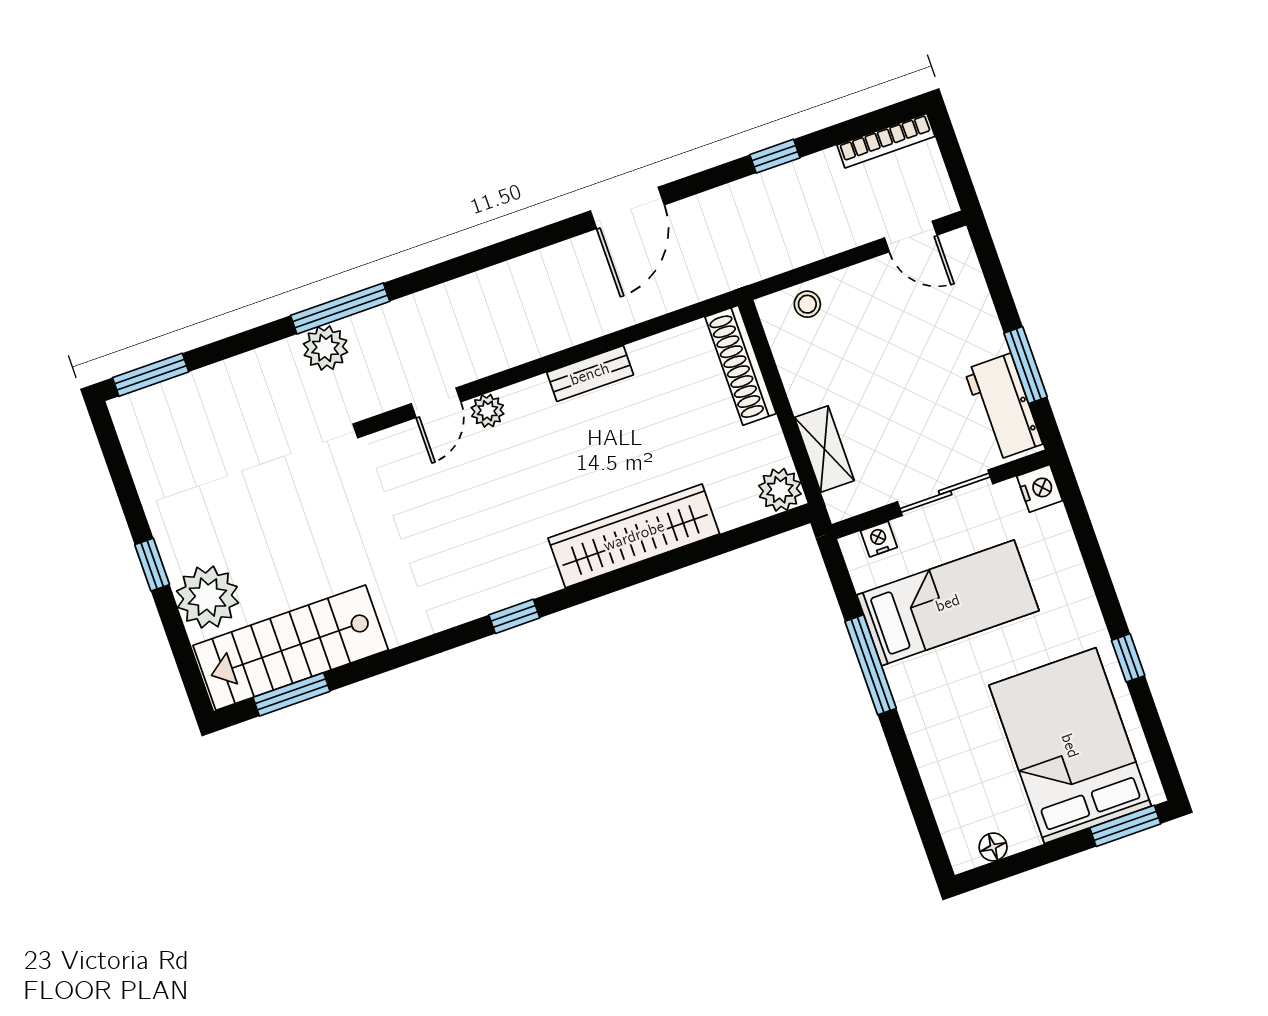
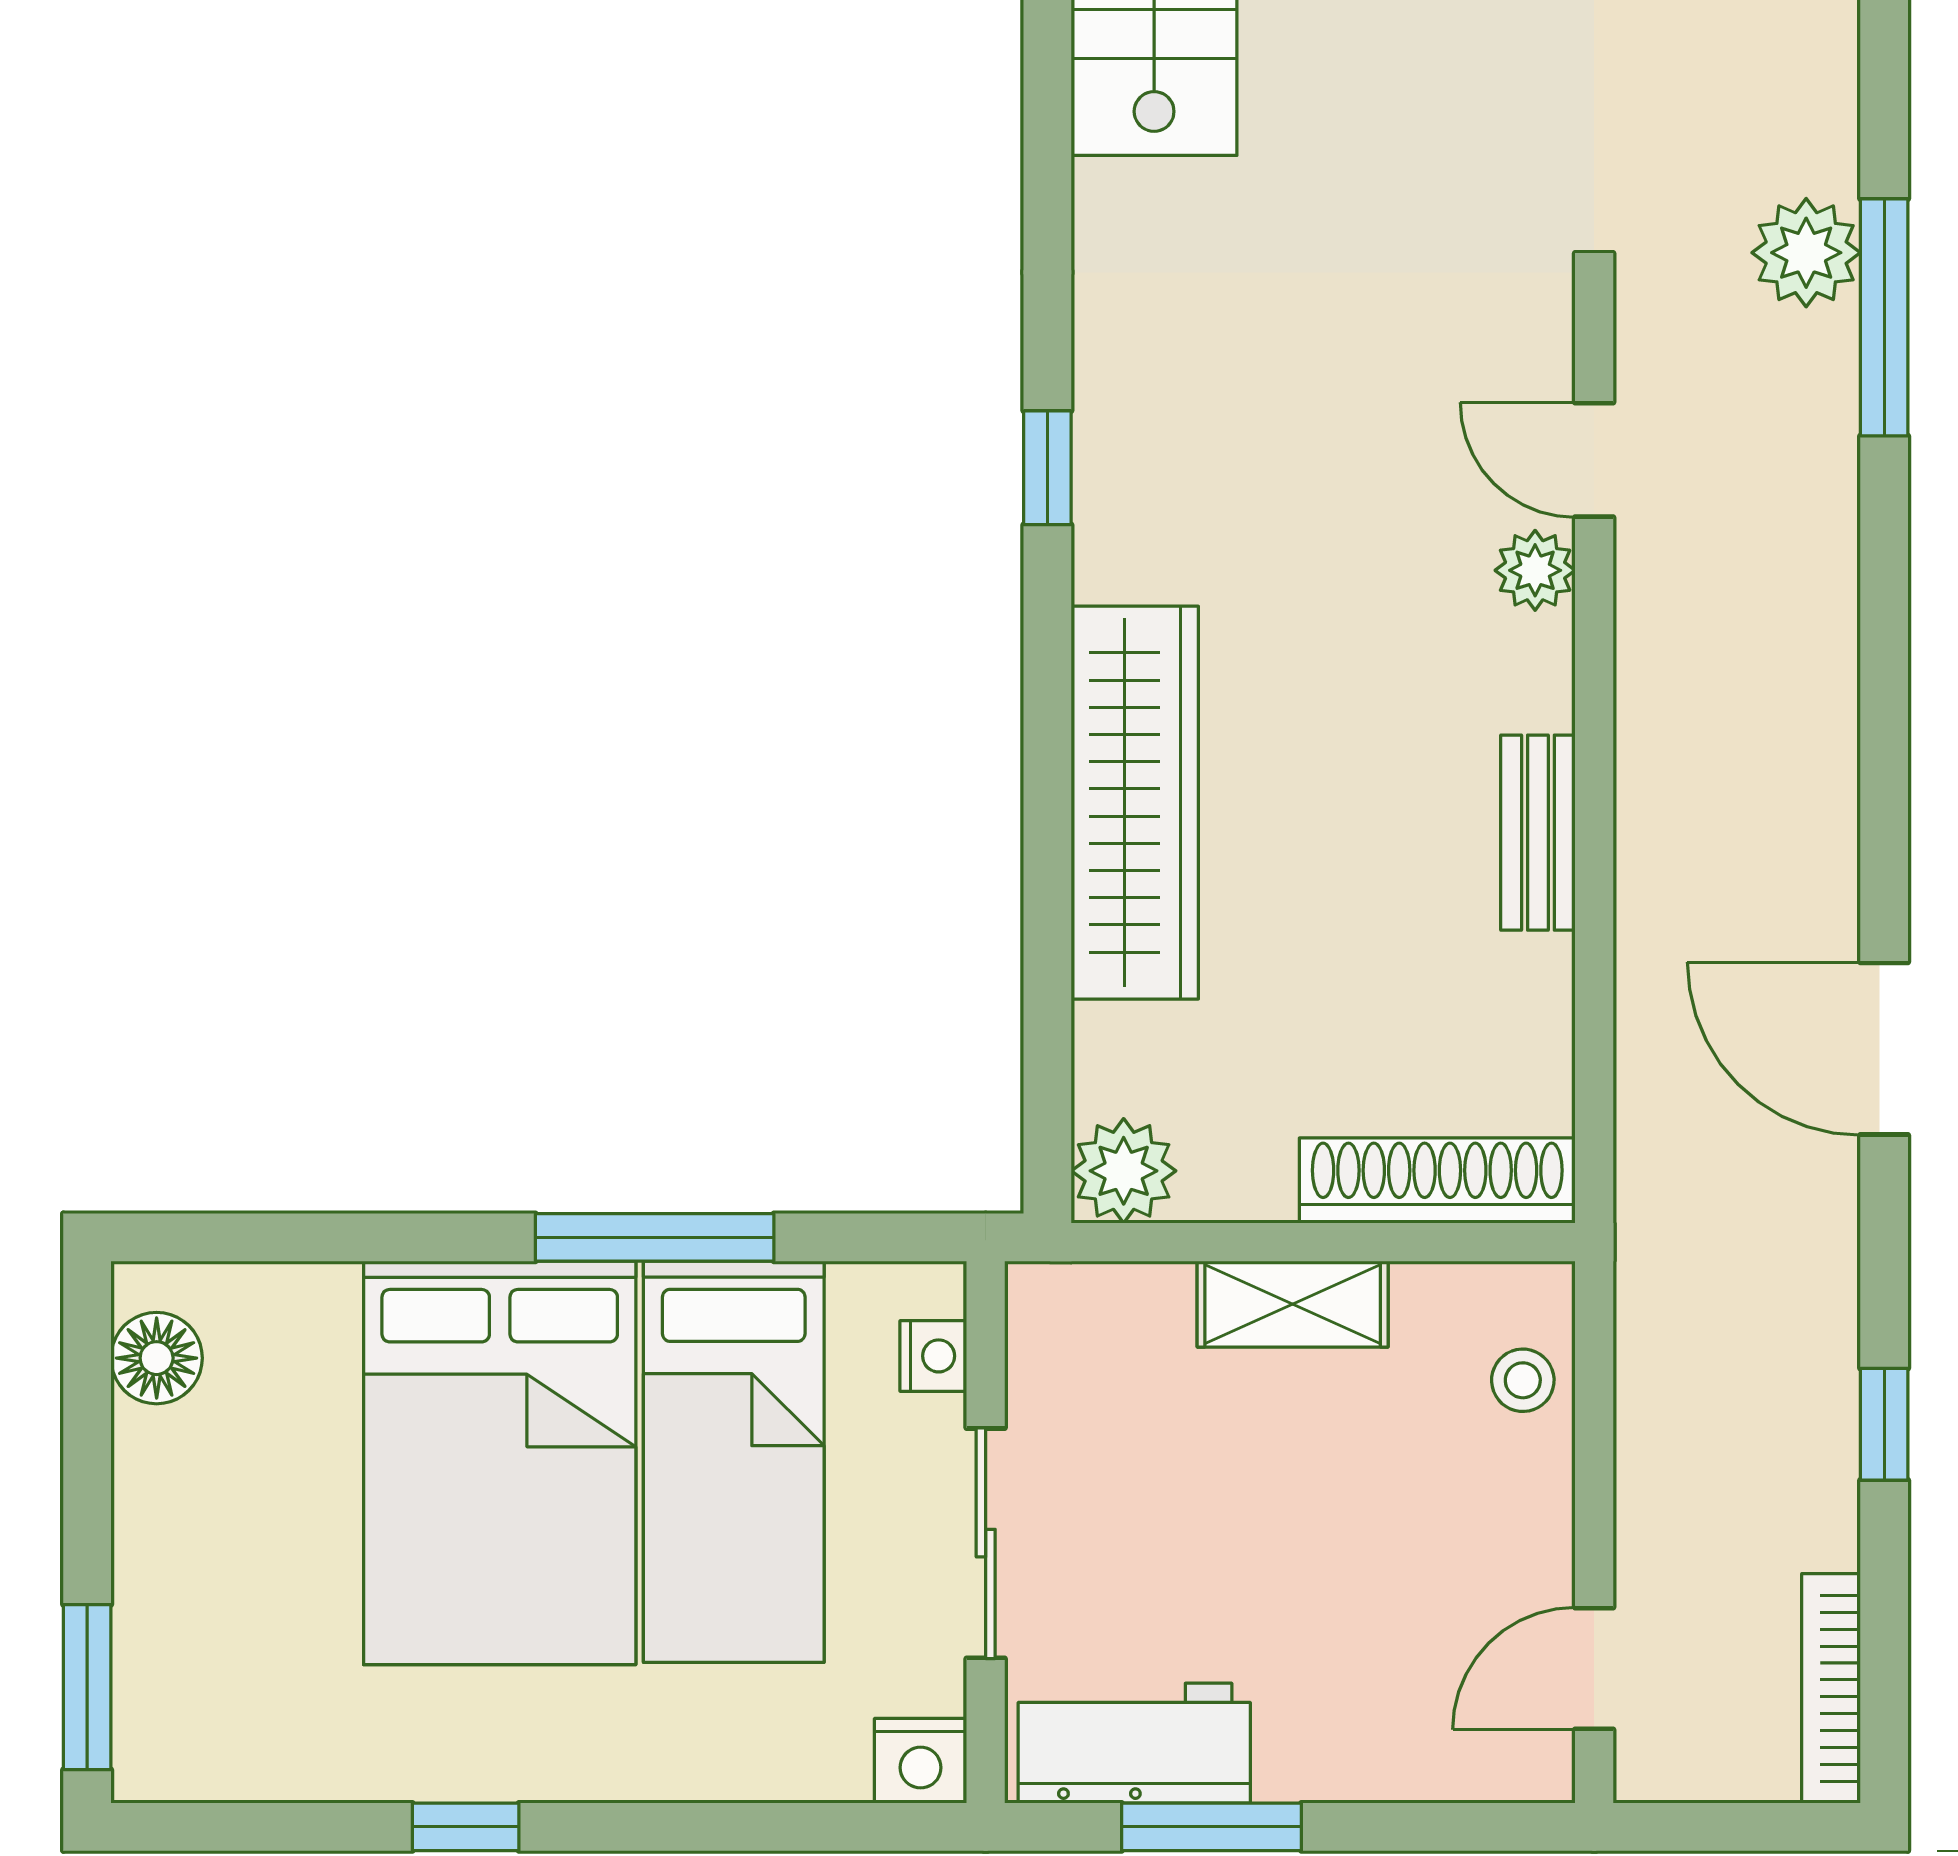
shelving: (824, 449) -> (1293, 1304), moved
bed: (1070, 746) -> (500, 1463), moved, turned 90
floor lamp: (993, 847) -> (157, 1358), width x1.37, depth x1.37

